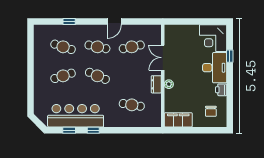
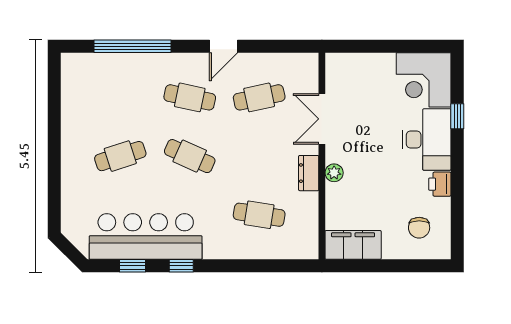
window: (69, 22) -> (132, 46), width x3.17
cafe table: (63, 47) -> (120, 97), removed

